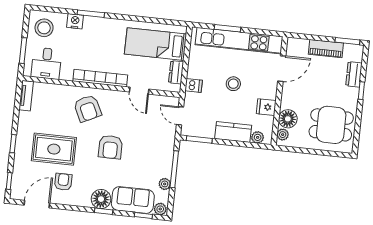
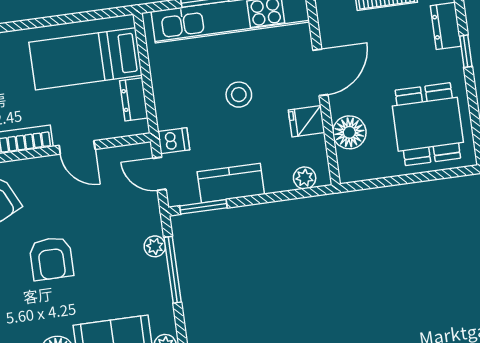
door: (282, 69) -> (320, 72), moved
dishwasher: (194, 85) -> (174, 141), moved
dining table: (331, 125) -> (428, 124), turned 90
kitchen counter: (233, 132) -> (231, 183), moved
plant: (283, 135) -> (347, 162), removed
plant: (165, 184) -> (155, 246), moved

